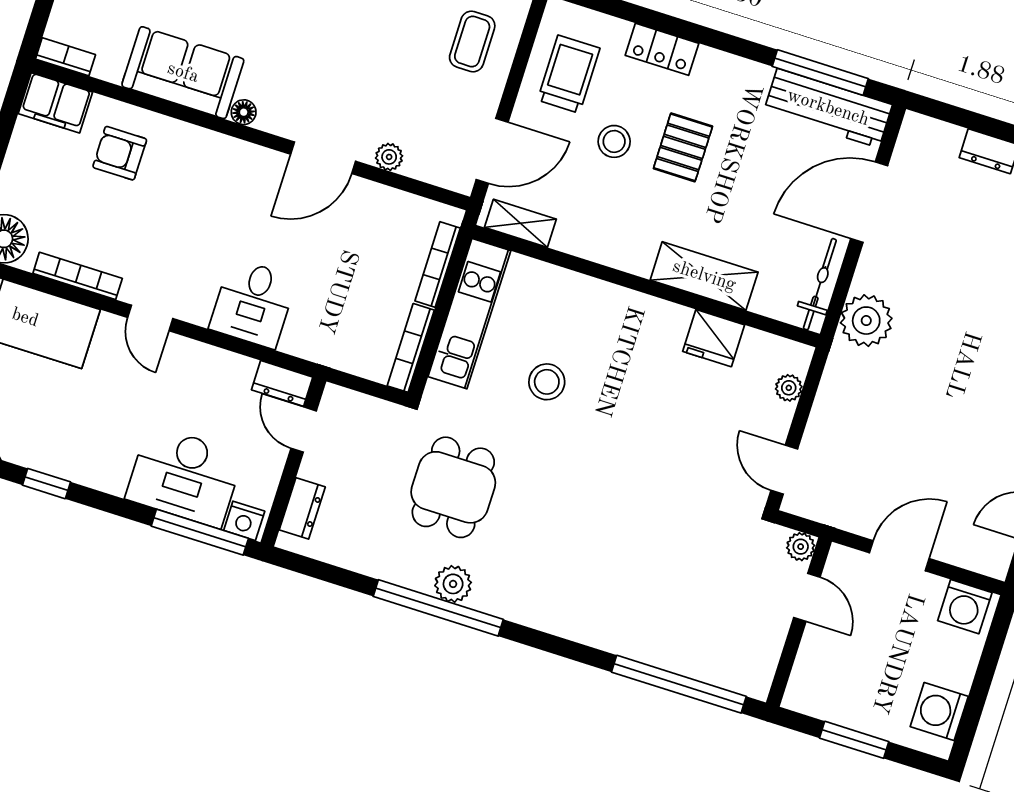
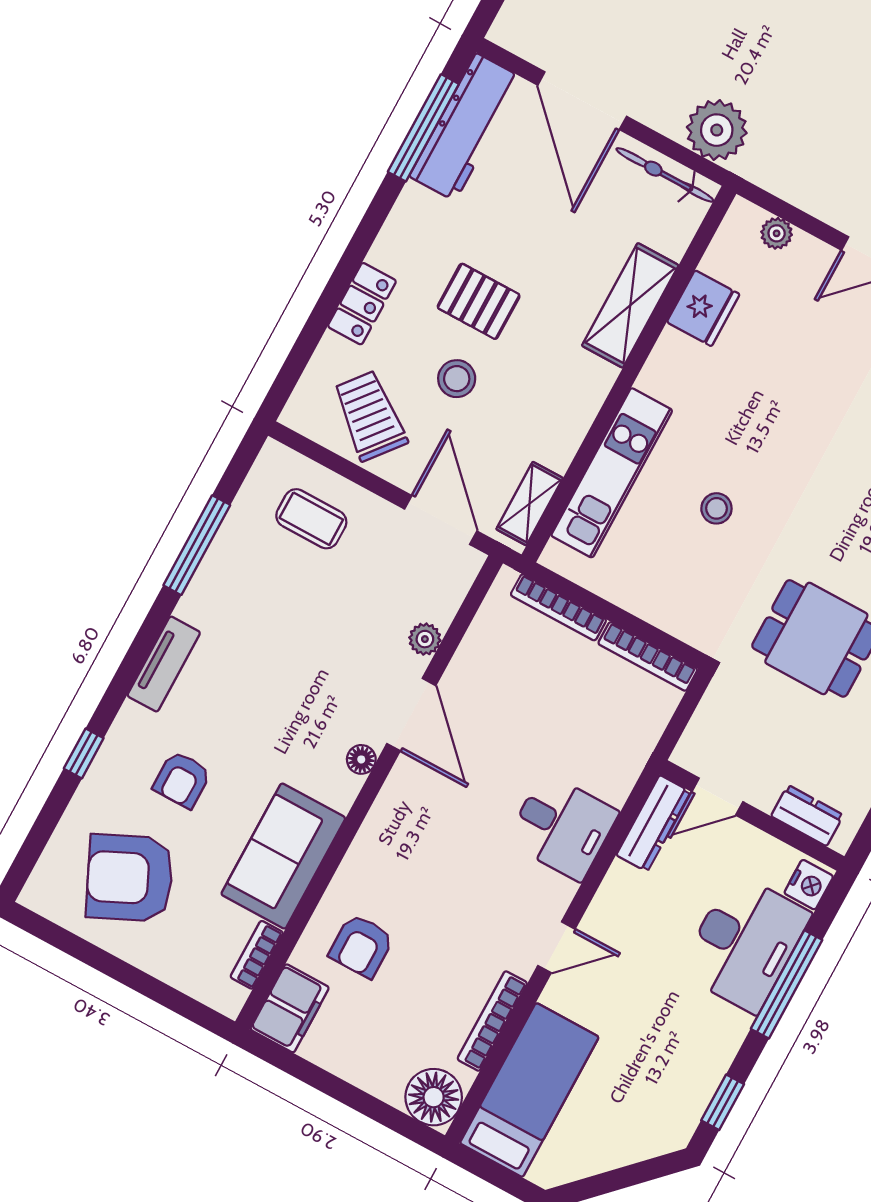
bookcase: (65, 57) -> (257, 955), moved
trolley: (569, 74) -> (370, 416), turned 39
floor lamp: (244, 112) -> (361, 759), moved
kitchen unit: (469, 314) -> (612, 473), moved, turned 90
stool: (547, 382) -> (716, 508), width x0.73, depth x0.73
dresser: (282, 383) -> (653, 823), width x1.44
window: (200, 532) -> (787, 984), moved

